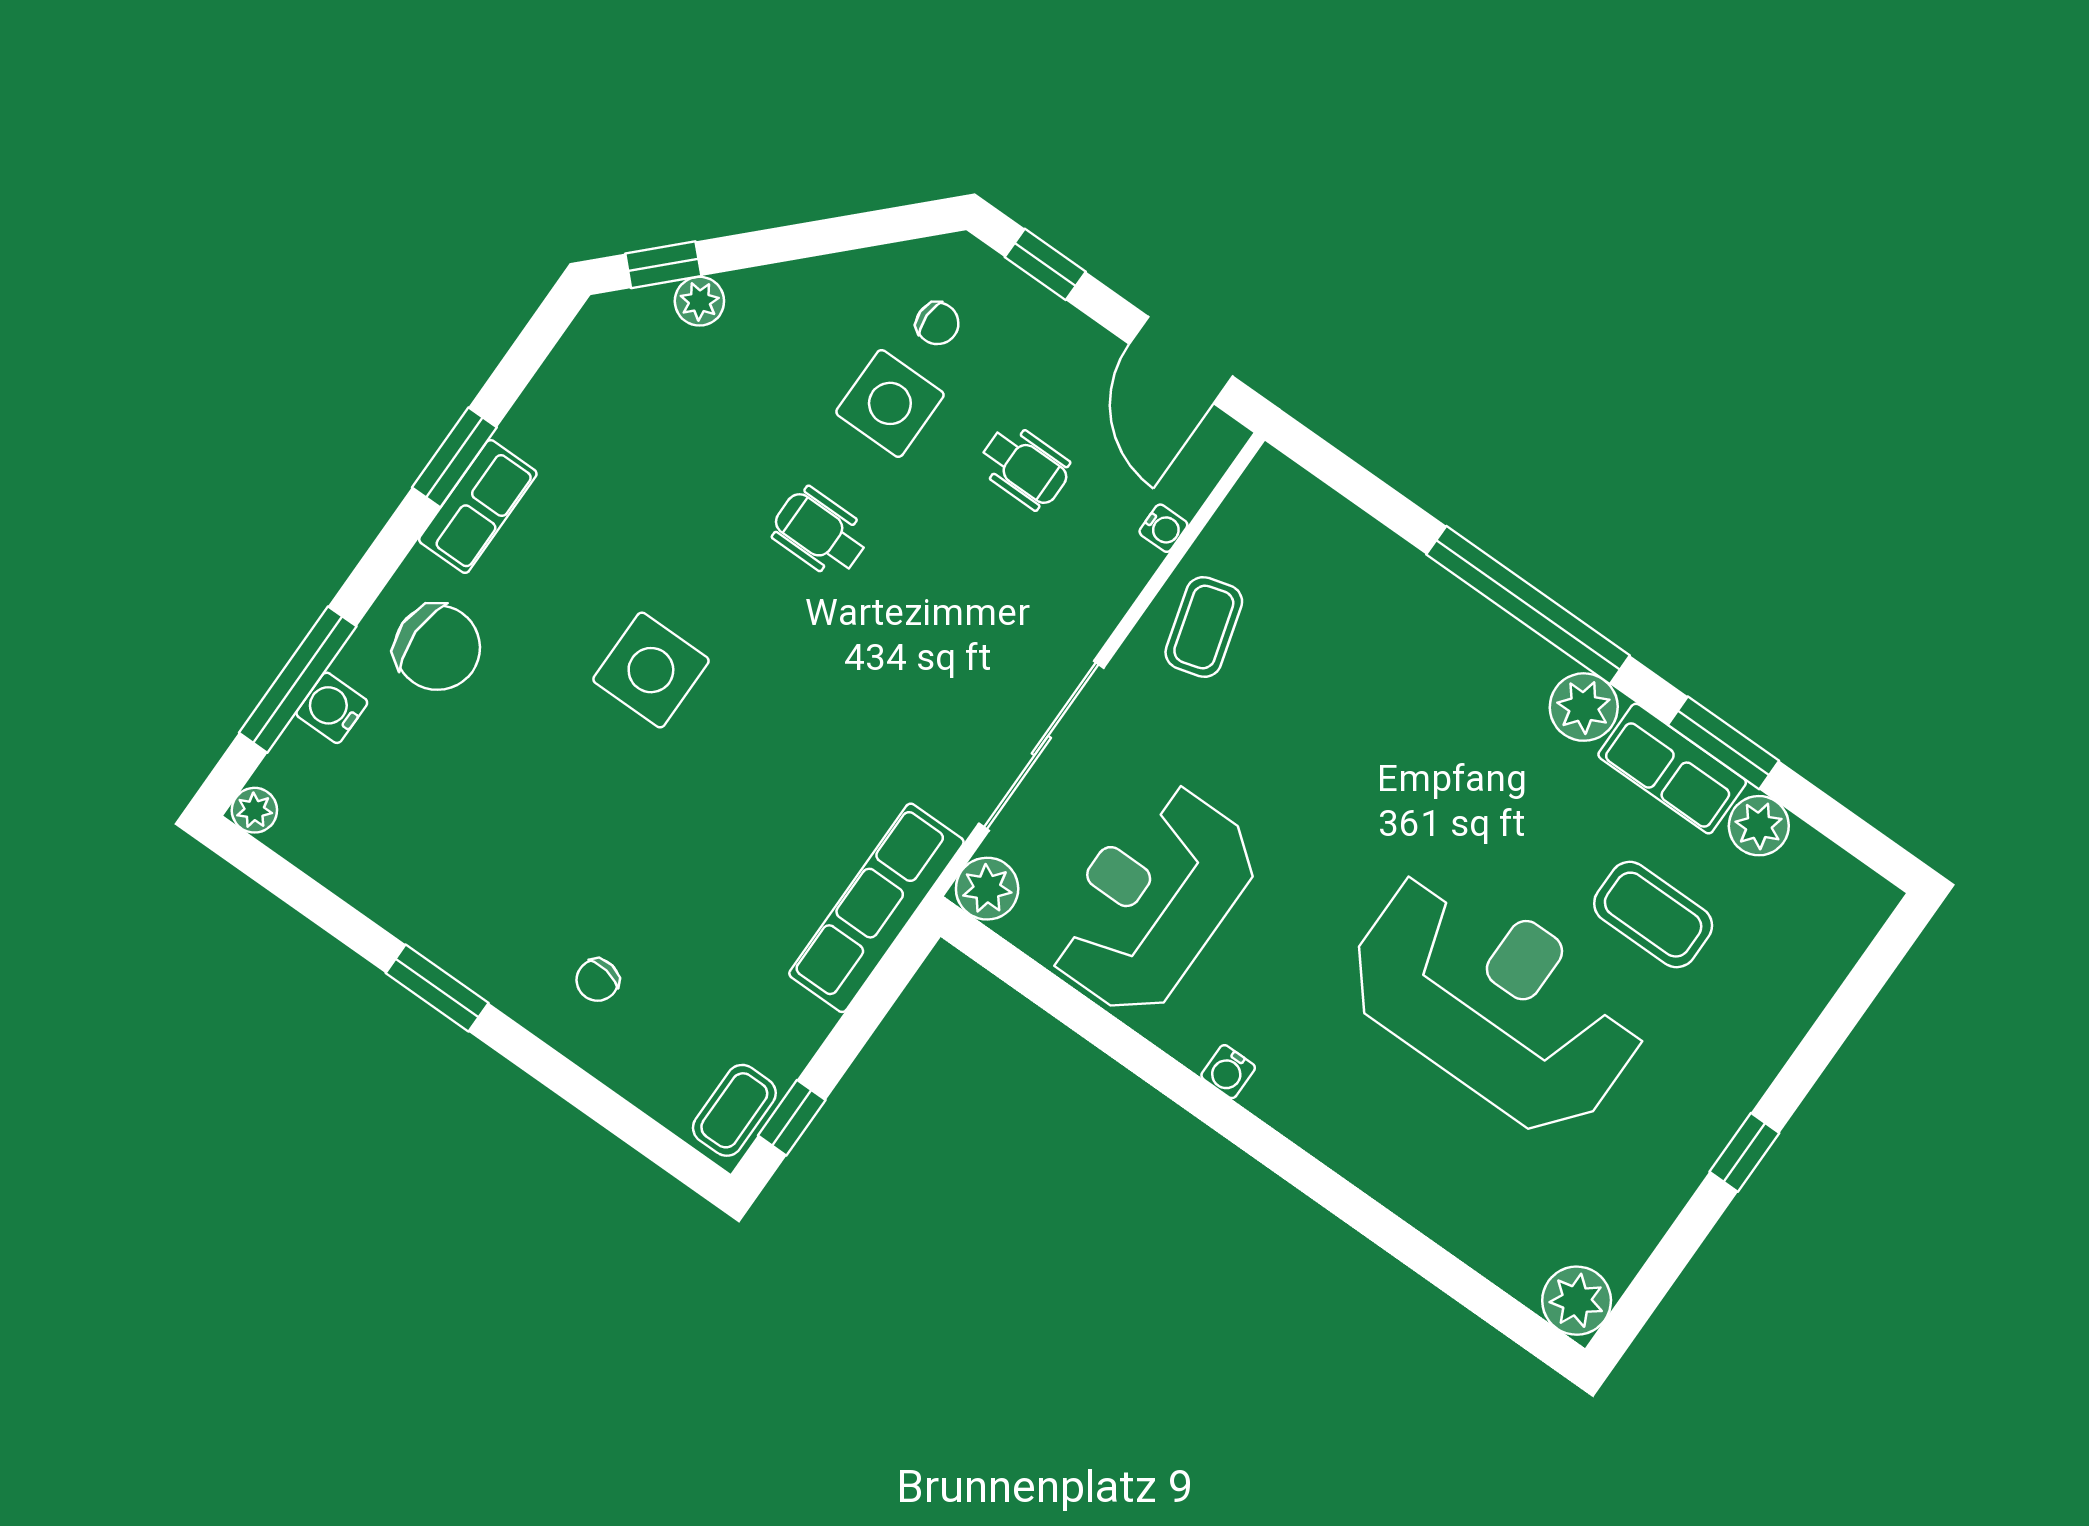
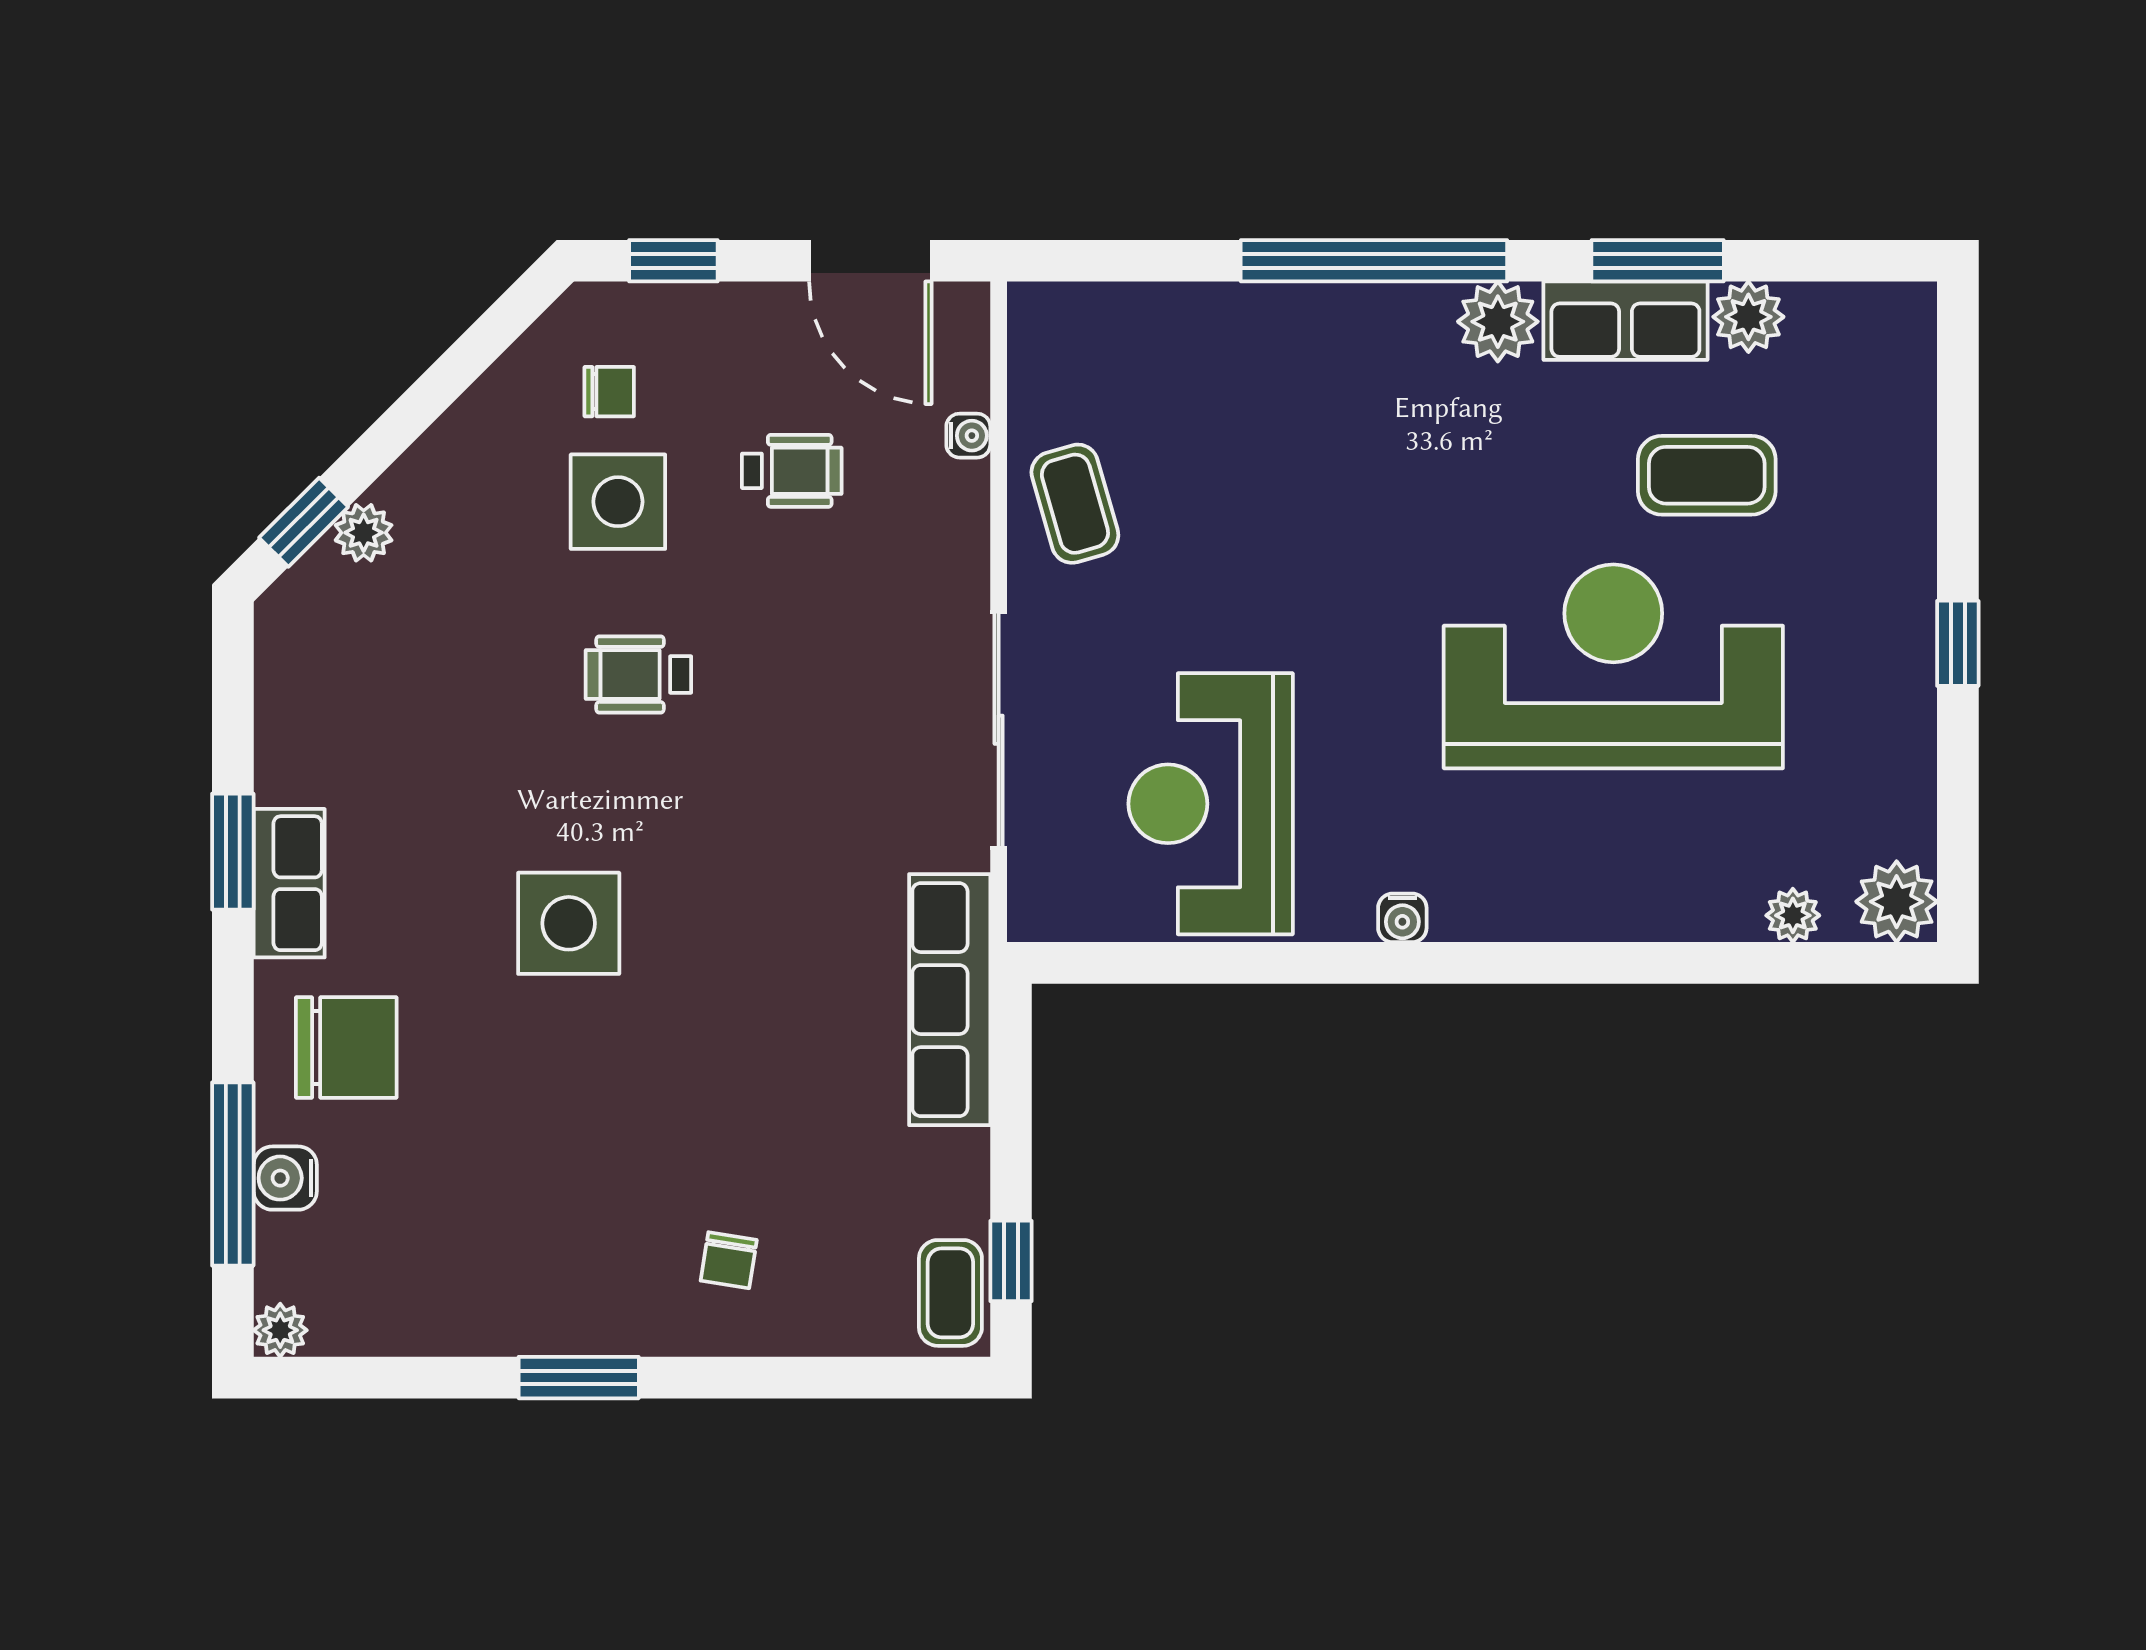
plant: (987, 889) -> (1793, 915), moved, width x0.73, depth x0.73

